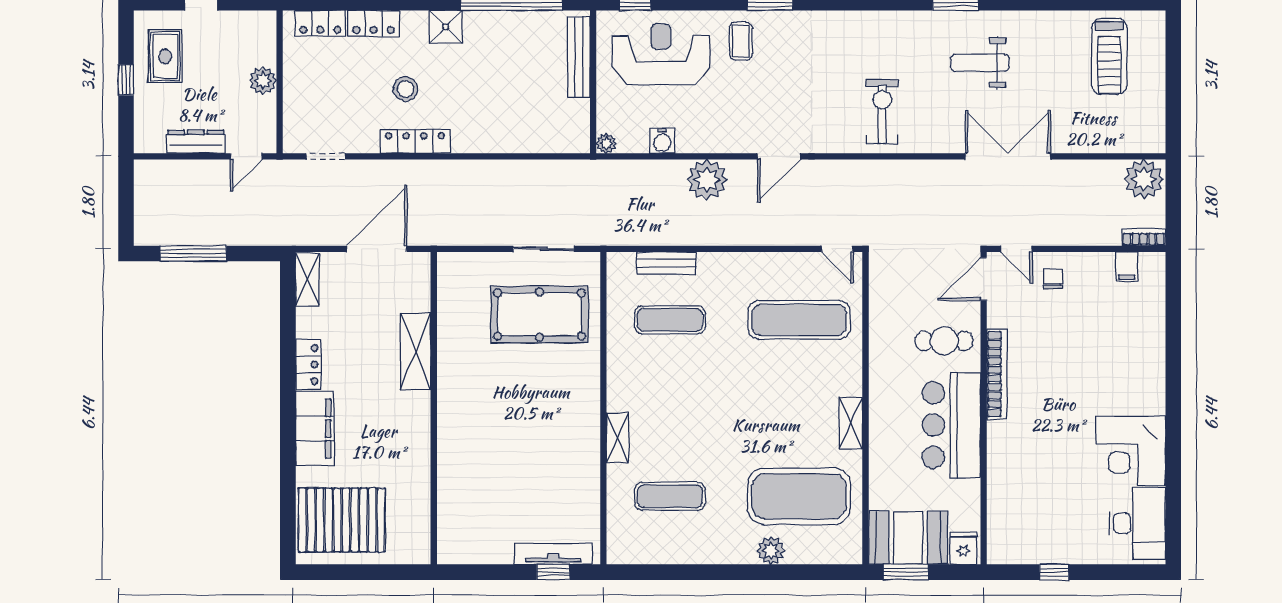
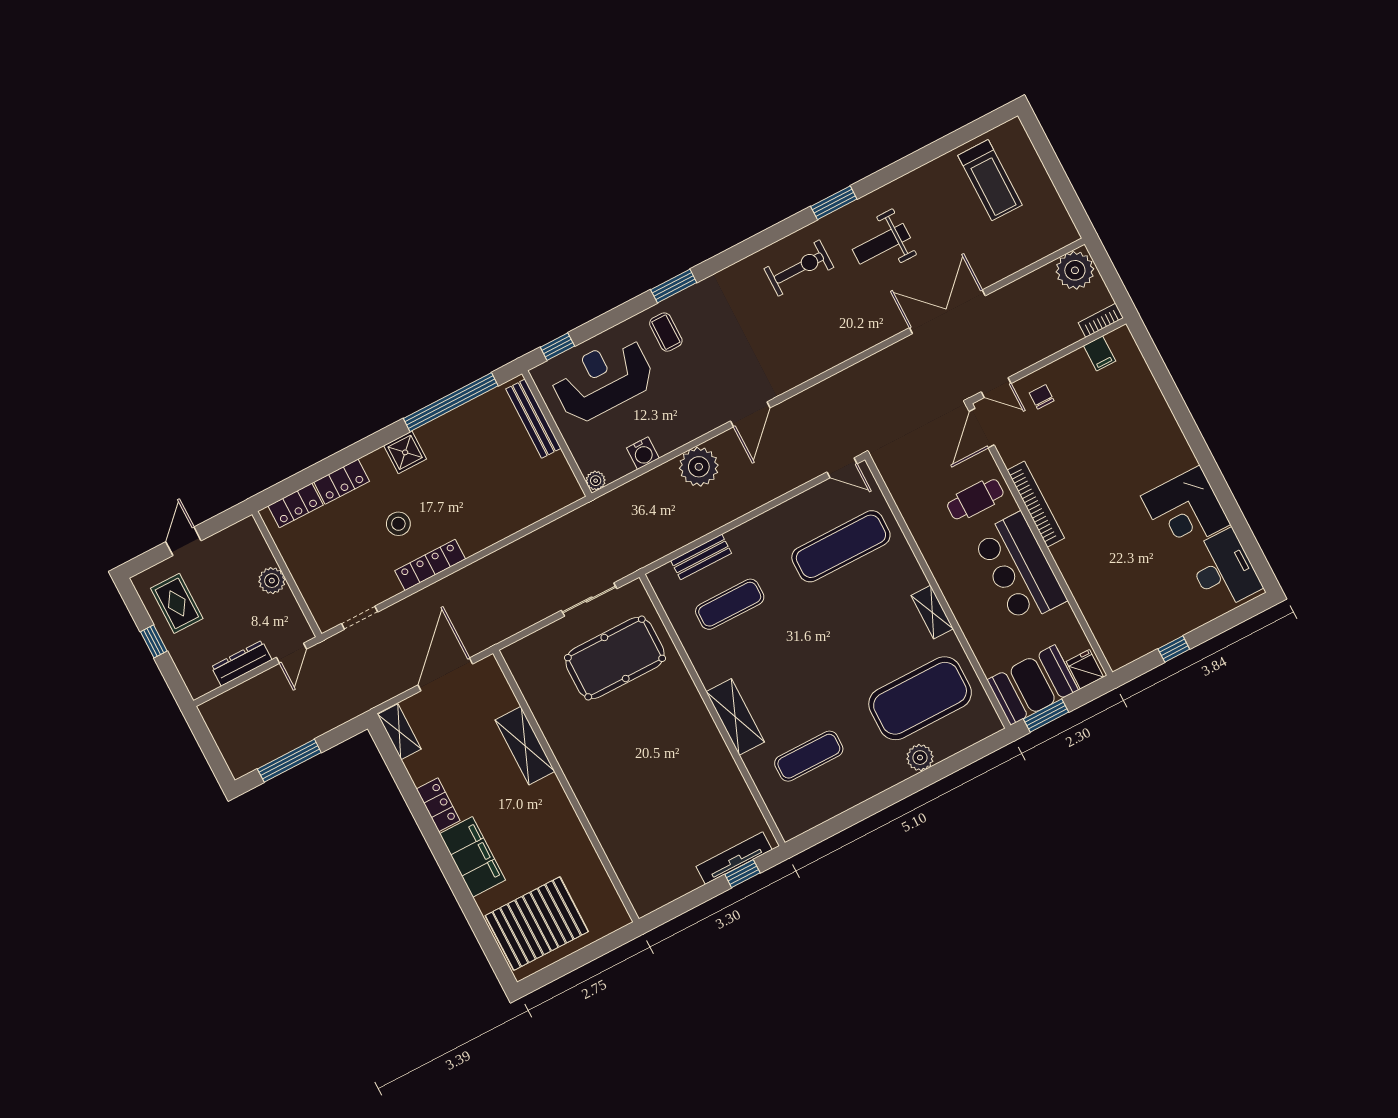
exercise bike: (882, 111) -> (799, 268), moved, turned 90
shelving: (618, 438) -> (735, 717), width x1.50, depth x1.33

